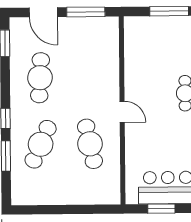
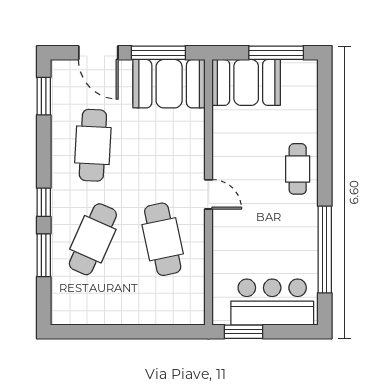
booth: (148, 32) -> (246, 82), added
booth: (94, 34) -> (169, 84), added
window: (161, 209) -> (243, 332), moved

